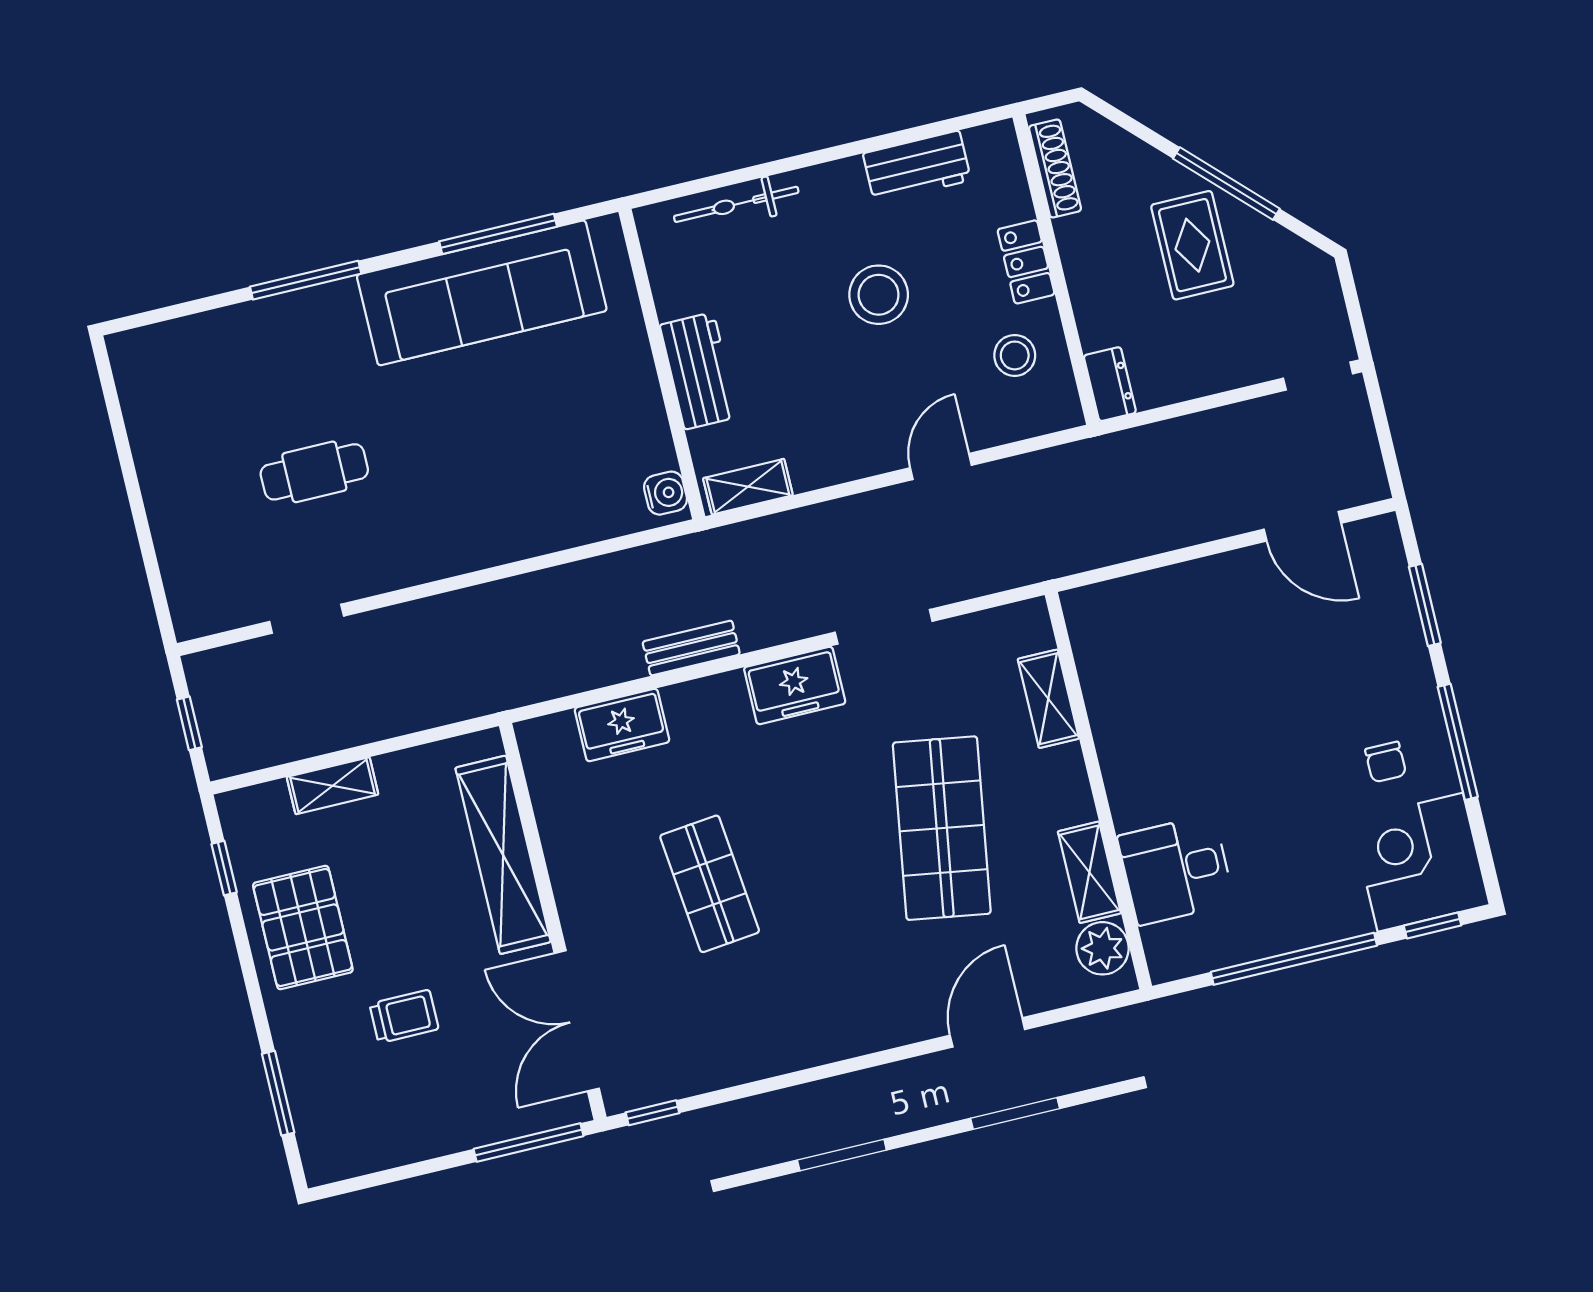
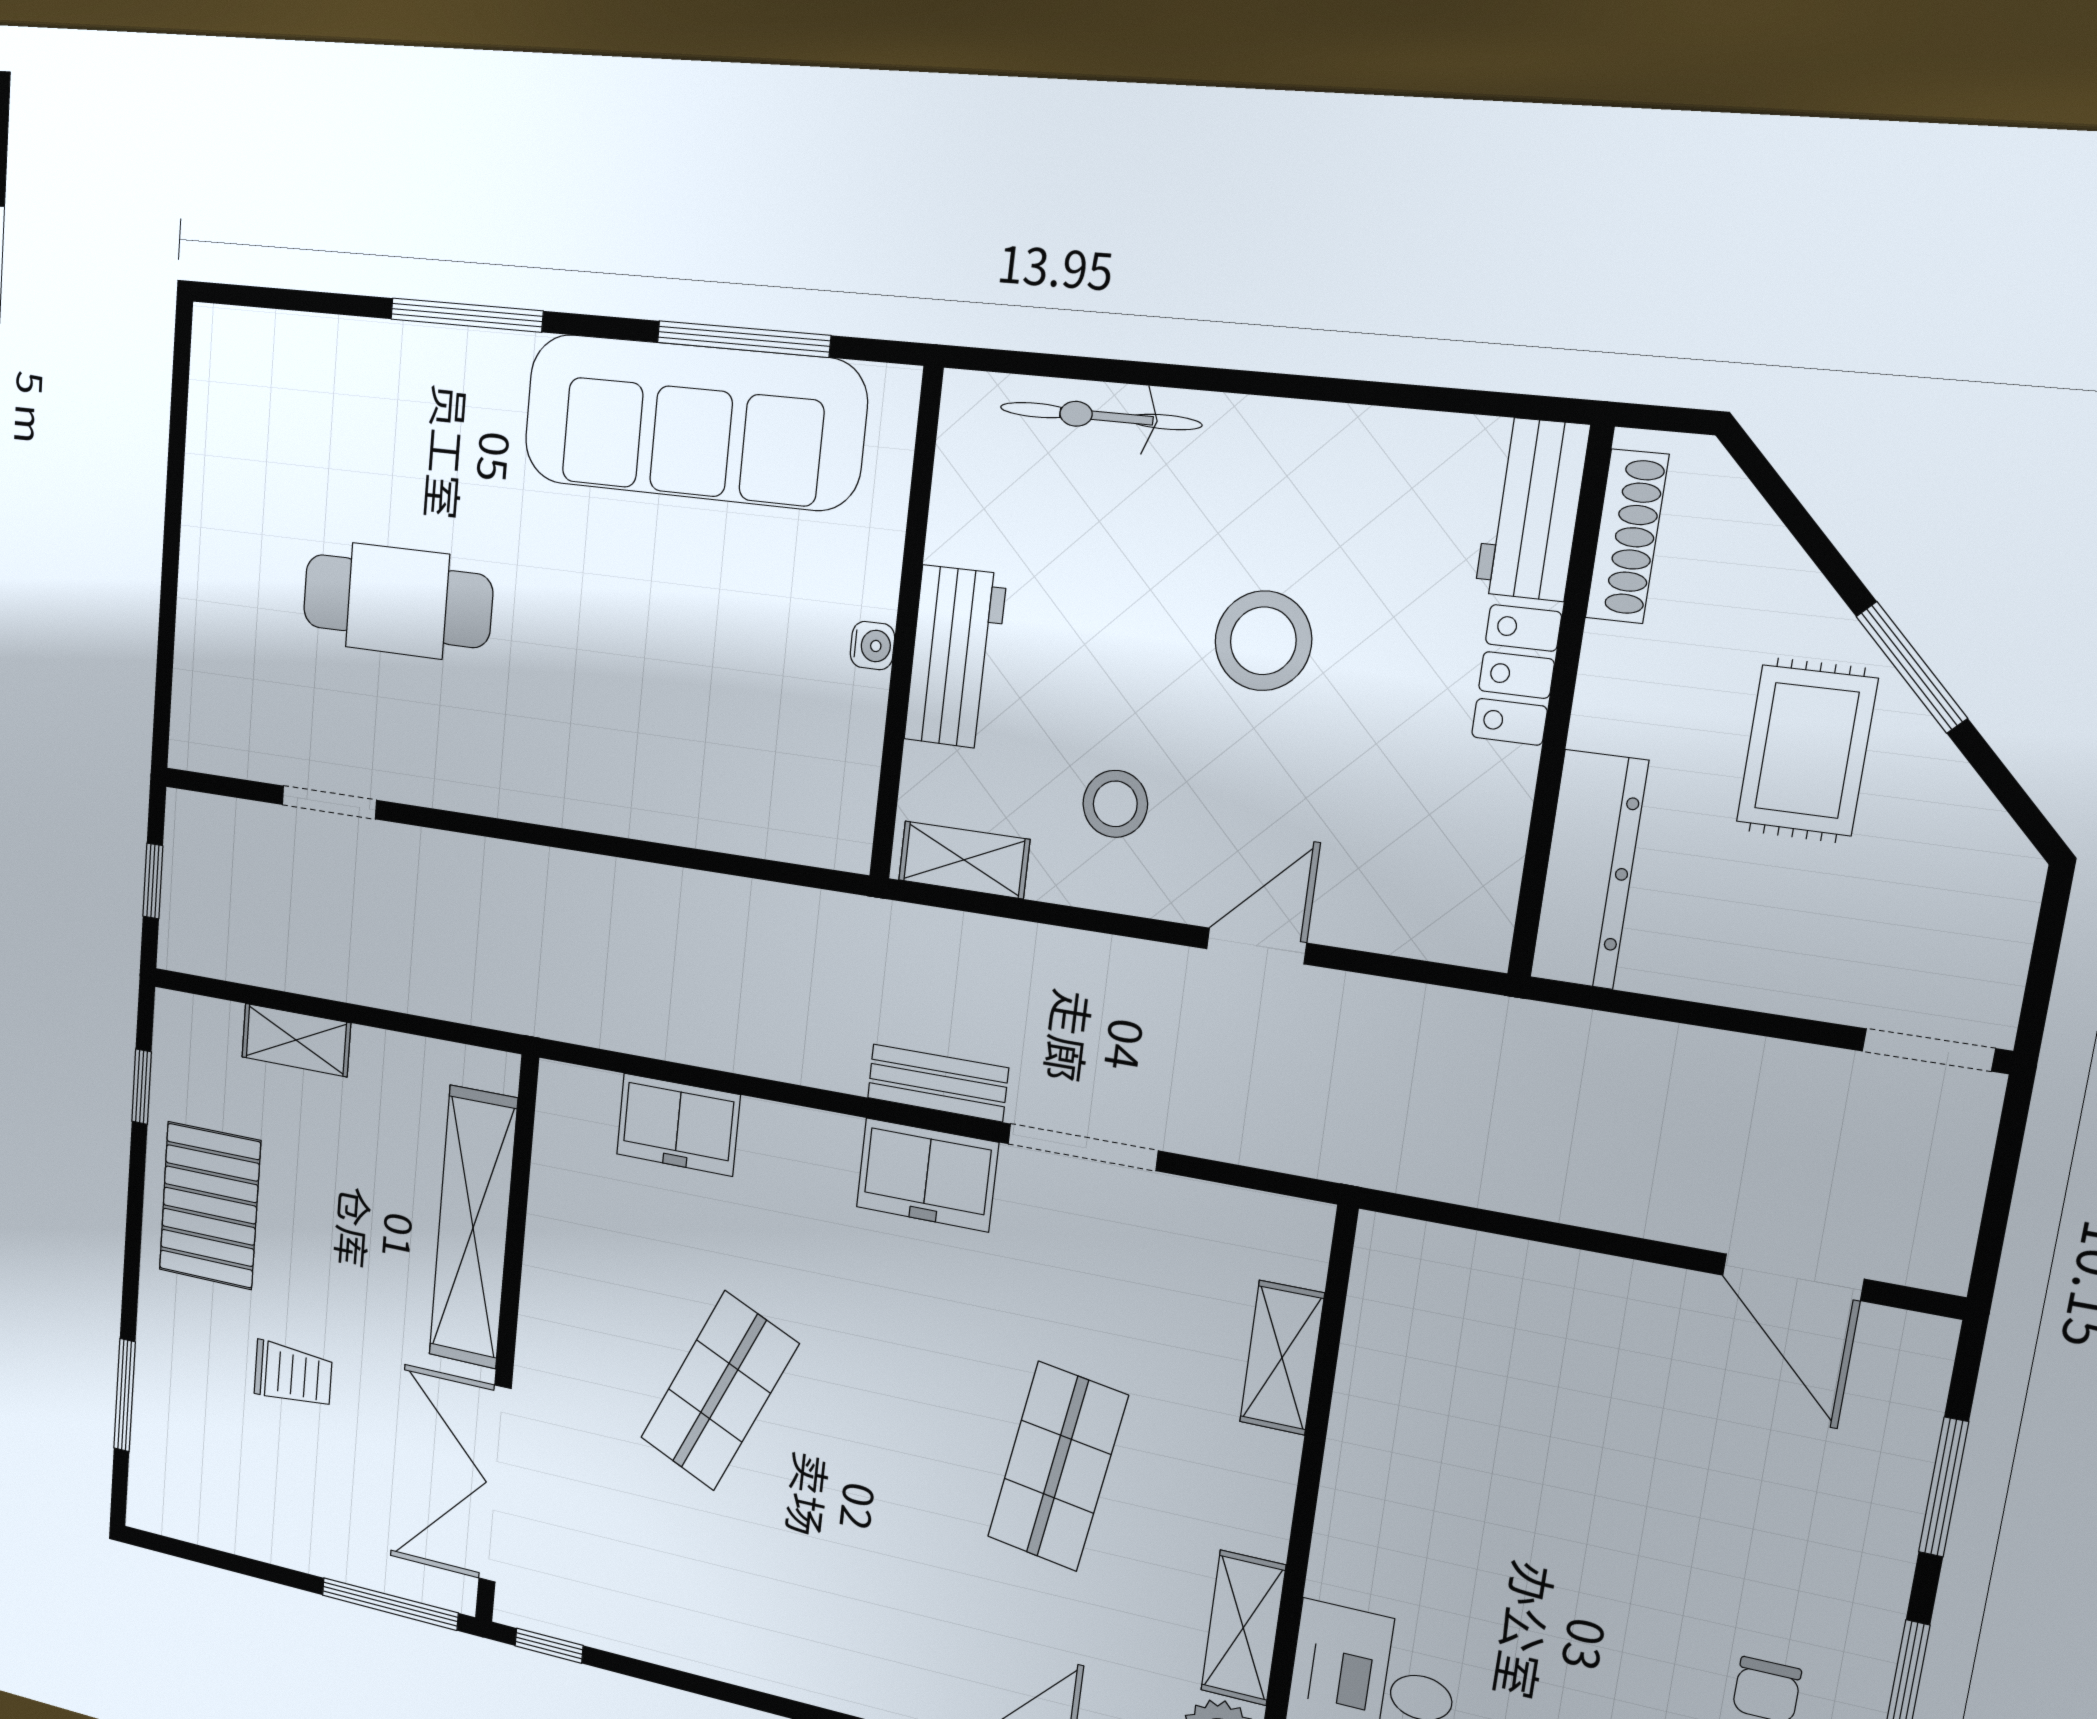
workbench: (917, 167) -> (1532, 509), moved, turned 90
window: (1226, 184) -> (1912, 667), width x0.69
stool: (1015, 355) -> (1115, 804), moved
dresser: (1110, 384) -> (1589, 870), width x1.96, depth x1.24
cafe table: (314, 472) -> (397, 601), width x1.37, depth x1.35
water cooler: (665, 493) -> (872, 646), moved, width x0.72, depth x0.72
bench: (691, 648) -> (938, 1083), moved
shop shelf: (942, 828) -> (1057, 1467), width x0.70, depth x0.74
shop shelf: (710, 884) -> (719, 1391), turned 30

